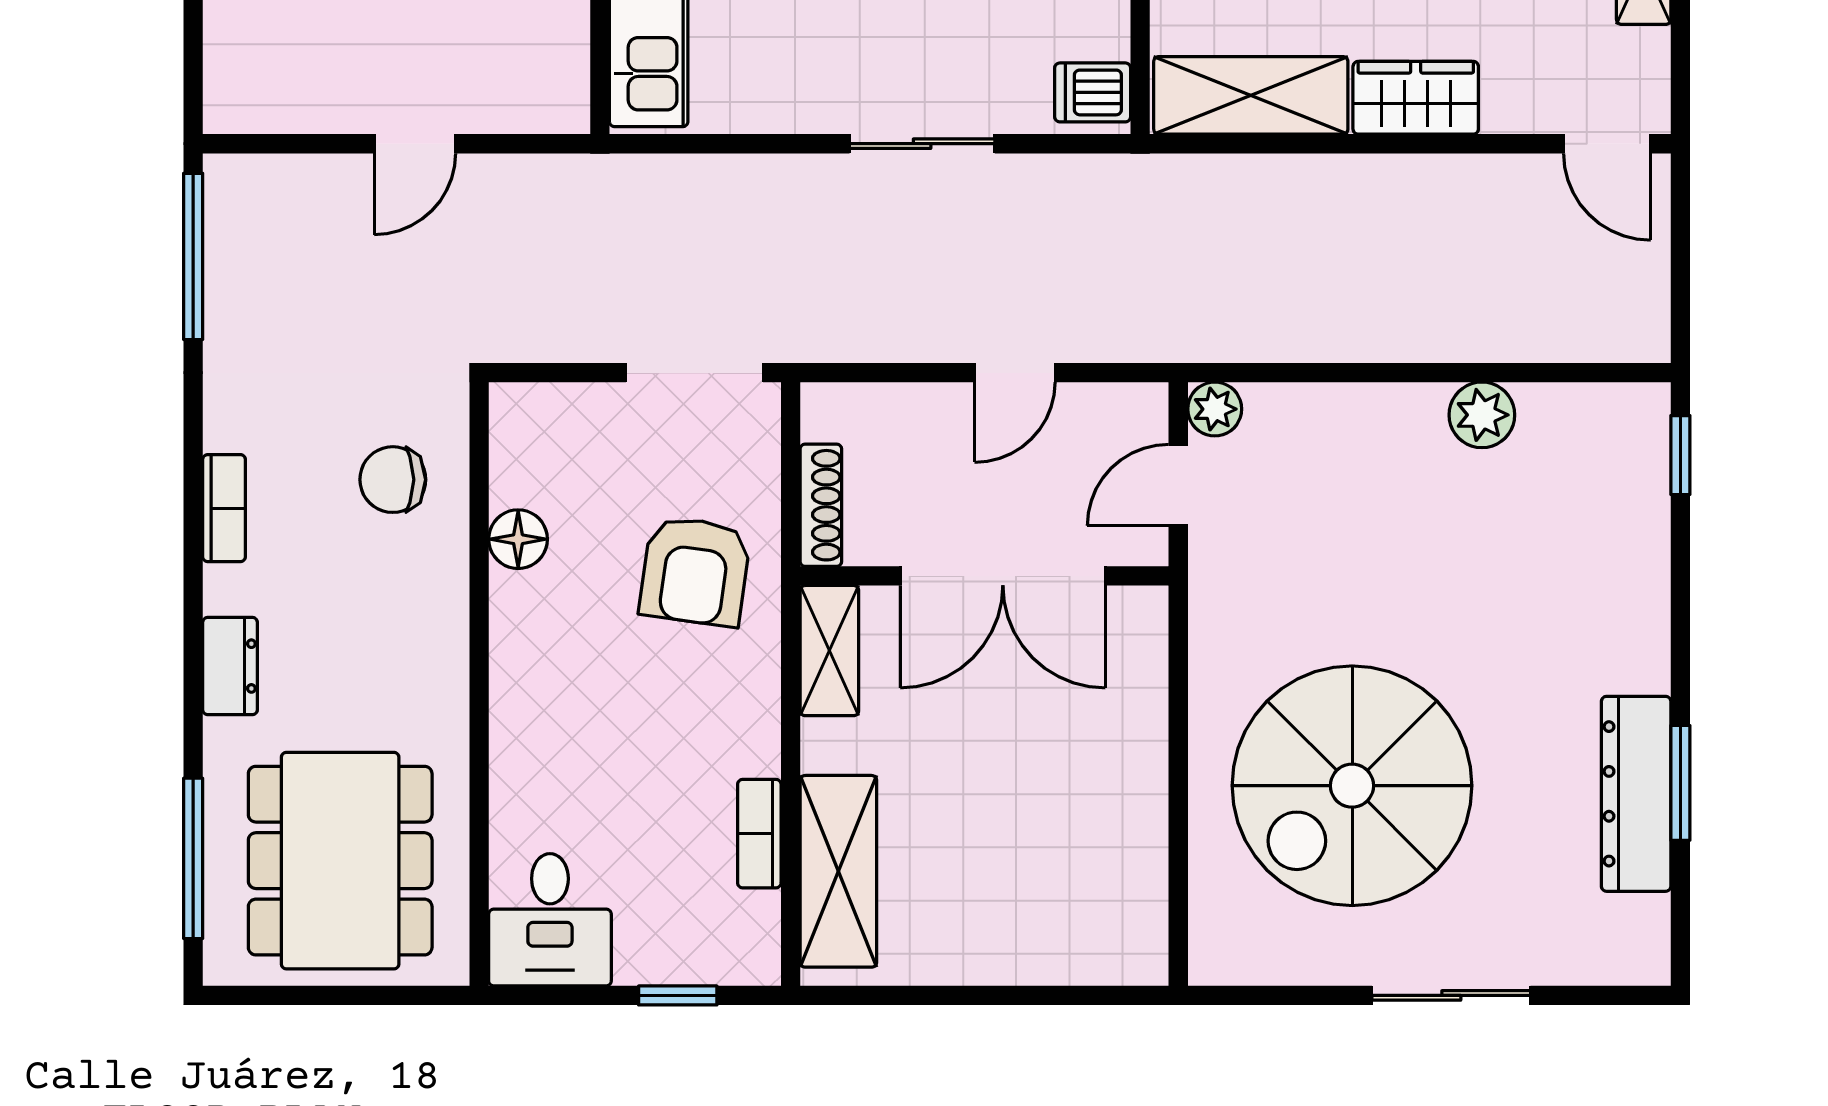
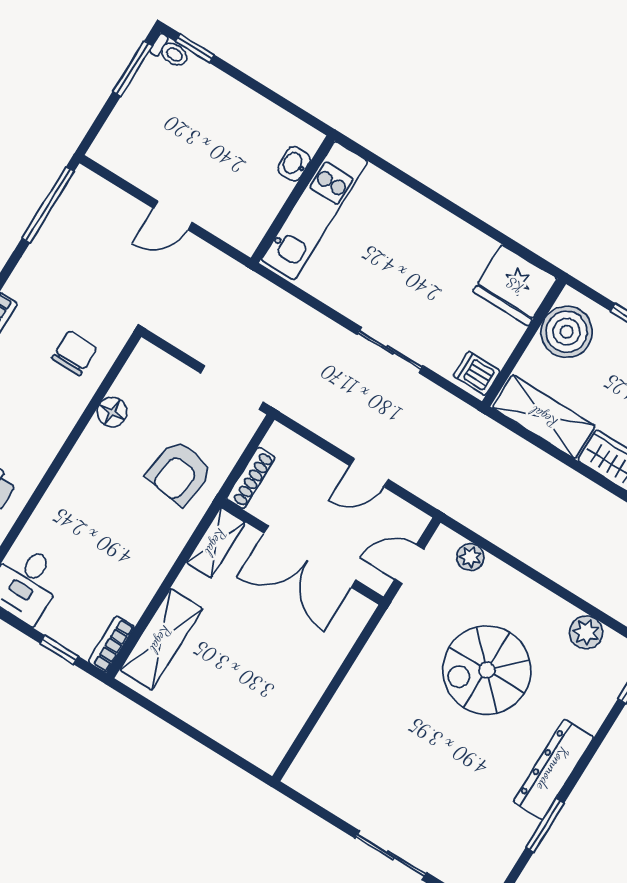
plant: (1215, 409) -> (470, 557), moved
plant: (1482, 415) -> (586, 632), moved
chair: (393, 480) -> (74, 353), turned 90
spiral stairs: (1352, 786) -> (487, 670), moved, width x0.73, depth x0.73
dresser: (1636, 794) -> (553, 769), moved
bookcase: (759, 834) -> (111, 644), moved

